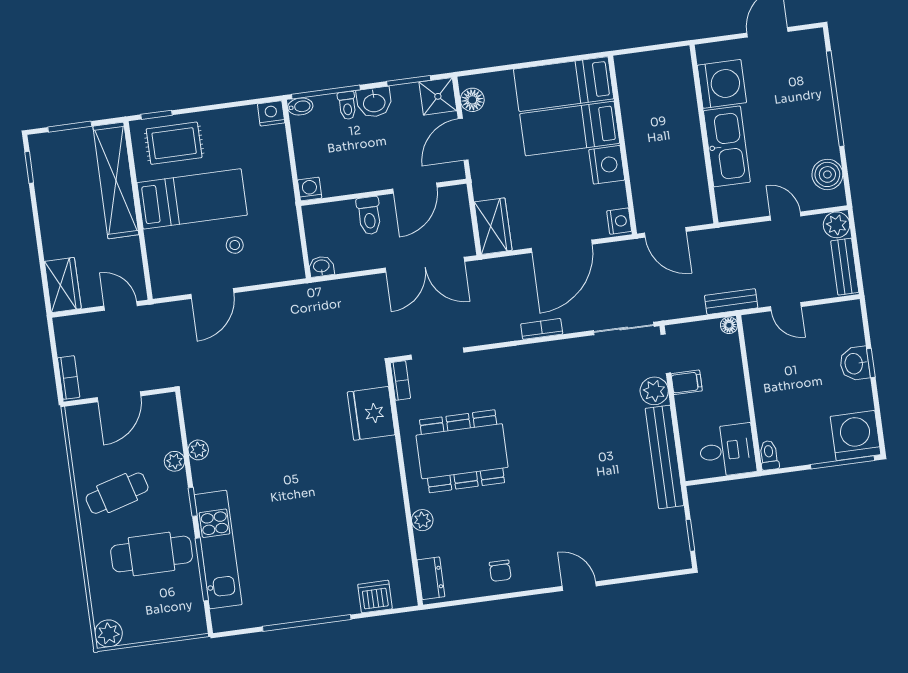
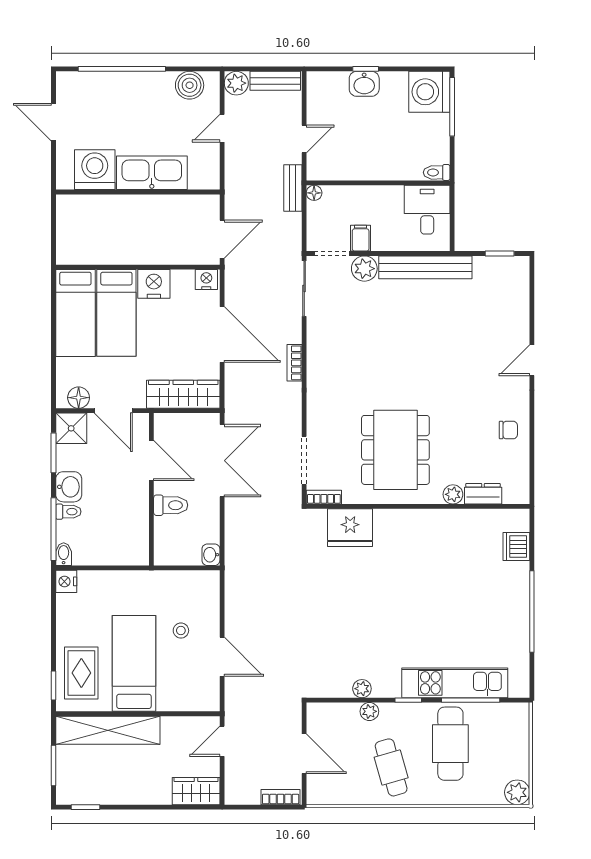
washing machine: (310, 189) -> (139, 556), removed
wardrobe: (493, 226) -> (183, 394), width x1.50
dresser: (431, 578) -> (483, 494), moved

